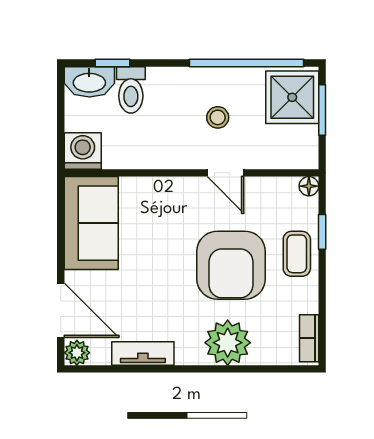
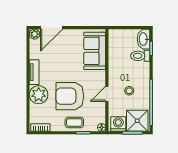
washing machine: (83, 151) -> (118, 124), moved, turned -90
sofa: (91, 223) -> (95, 51), moved, turned 90
tv unit: (143, 354) -> (34, 72), moved

